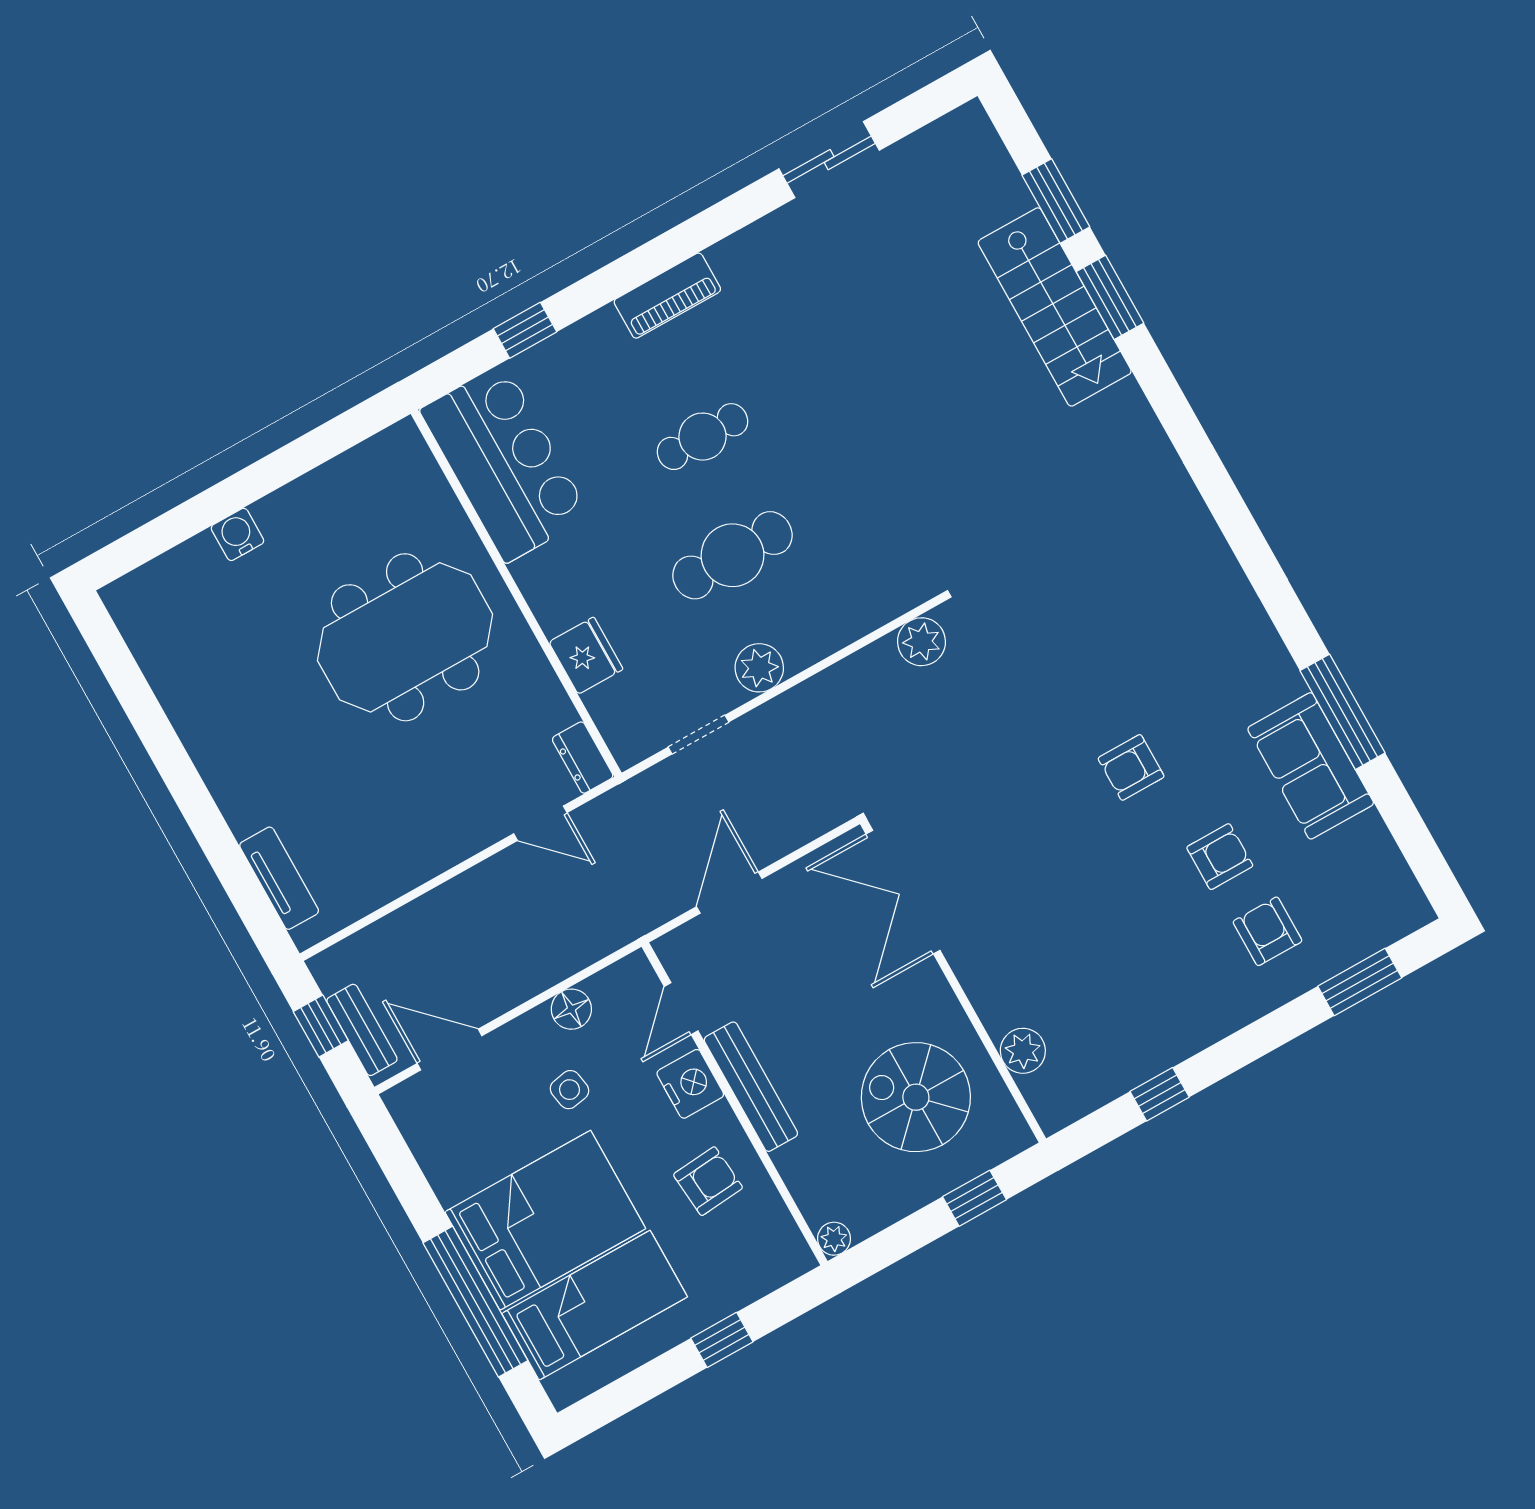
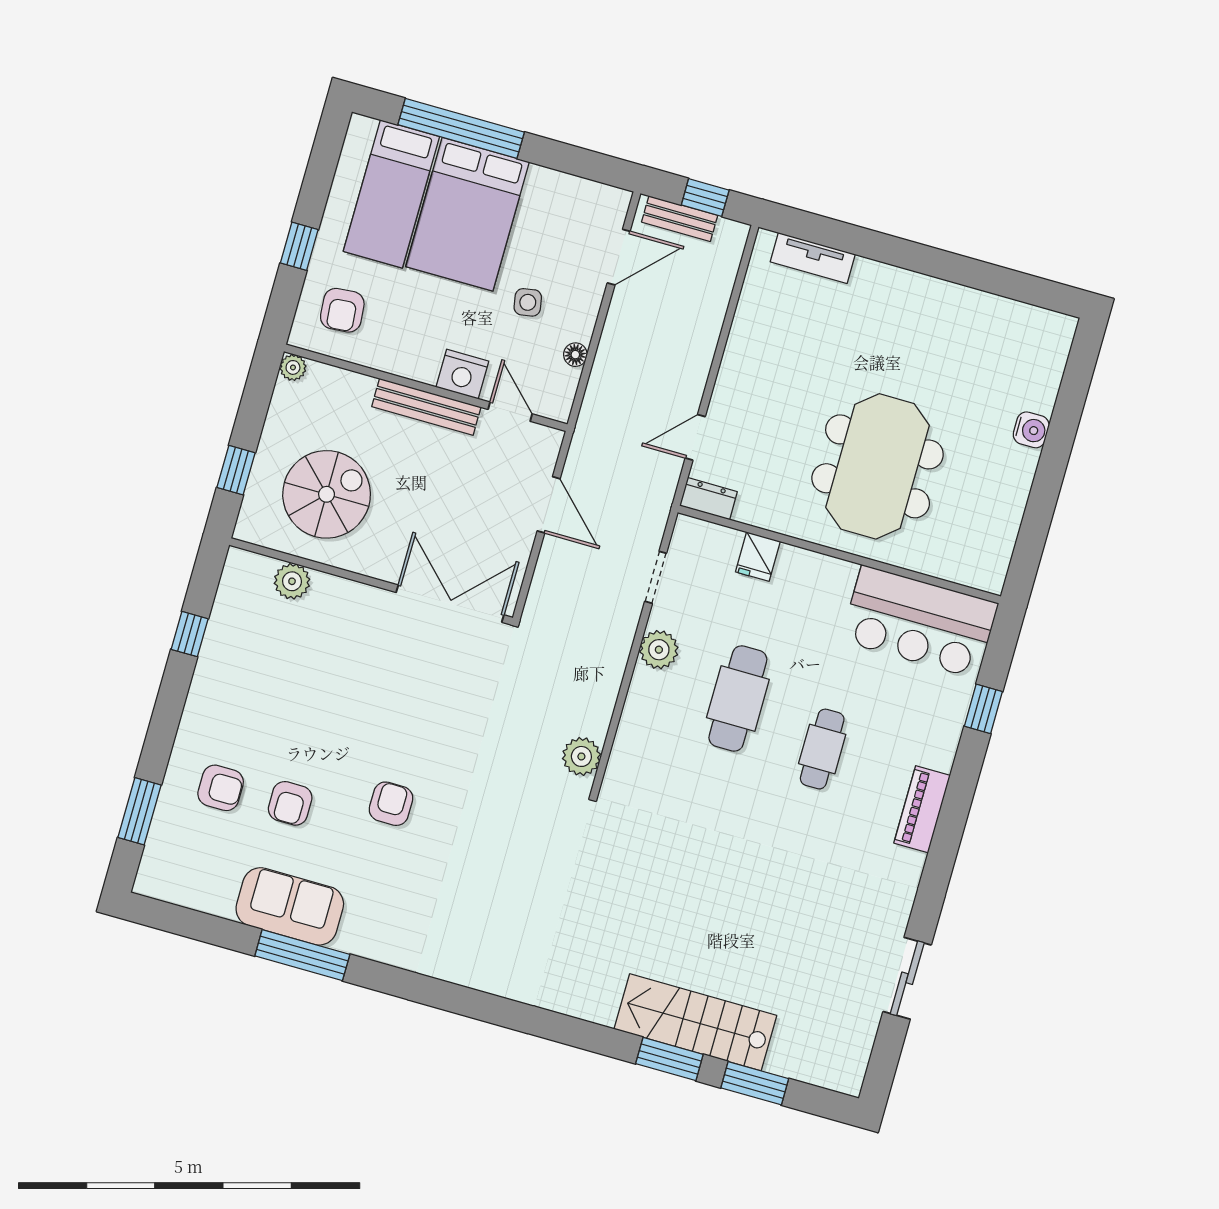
fridge: (586, 656) -> (758, 557), width x0.72
floor lamp: (571, 1009) -> (575, 355), width x0.73, depth x0.73
armchair: (708, 1181) -> (342, 310), moved

